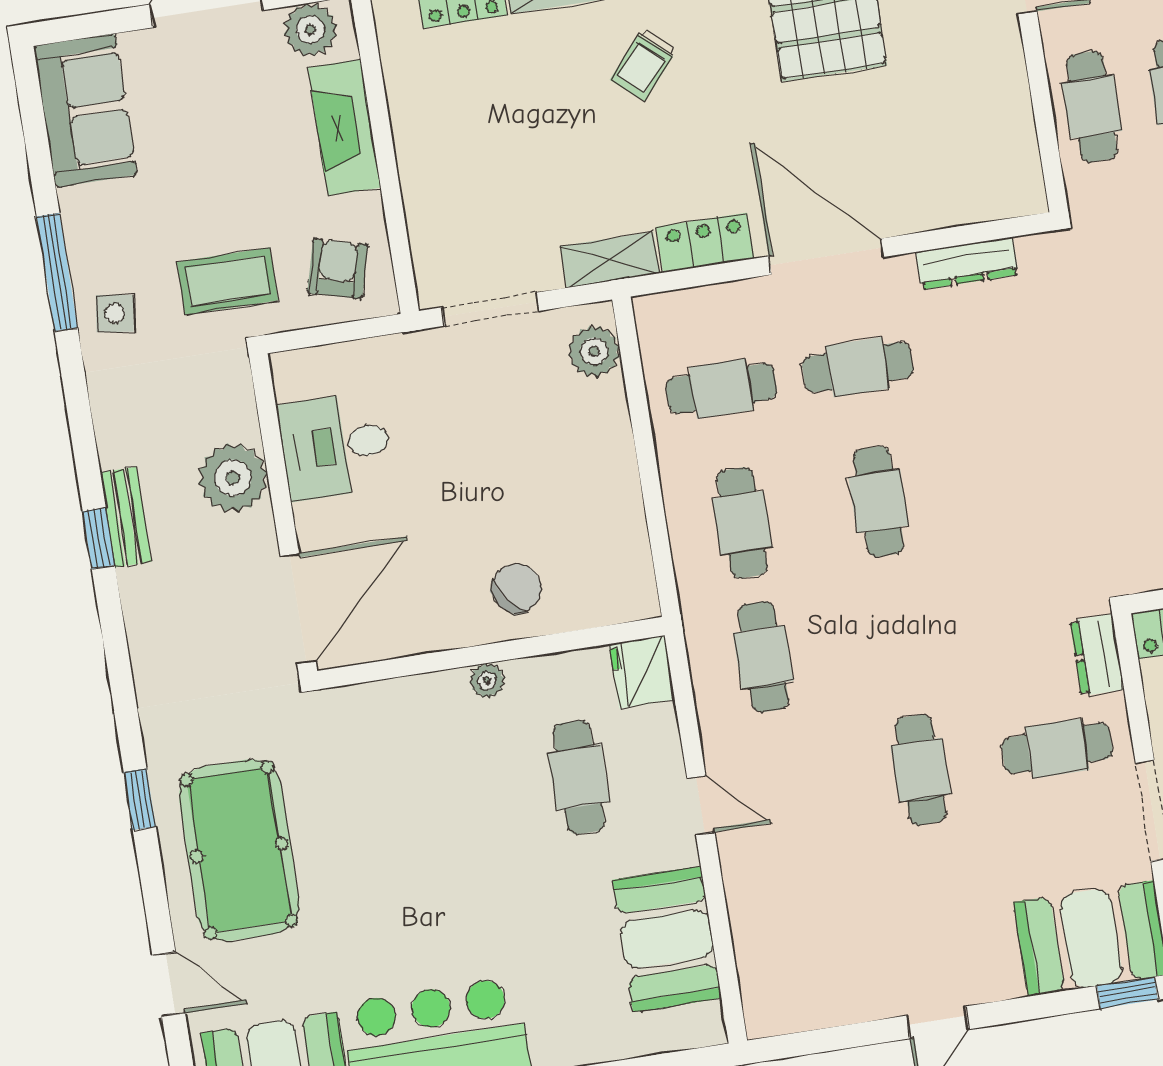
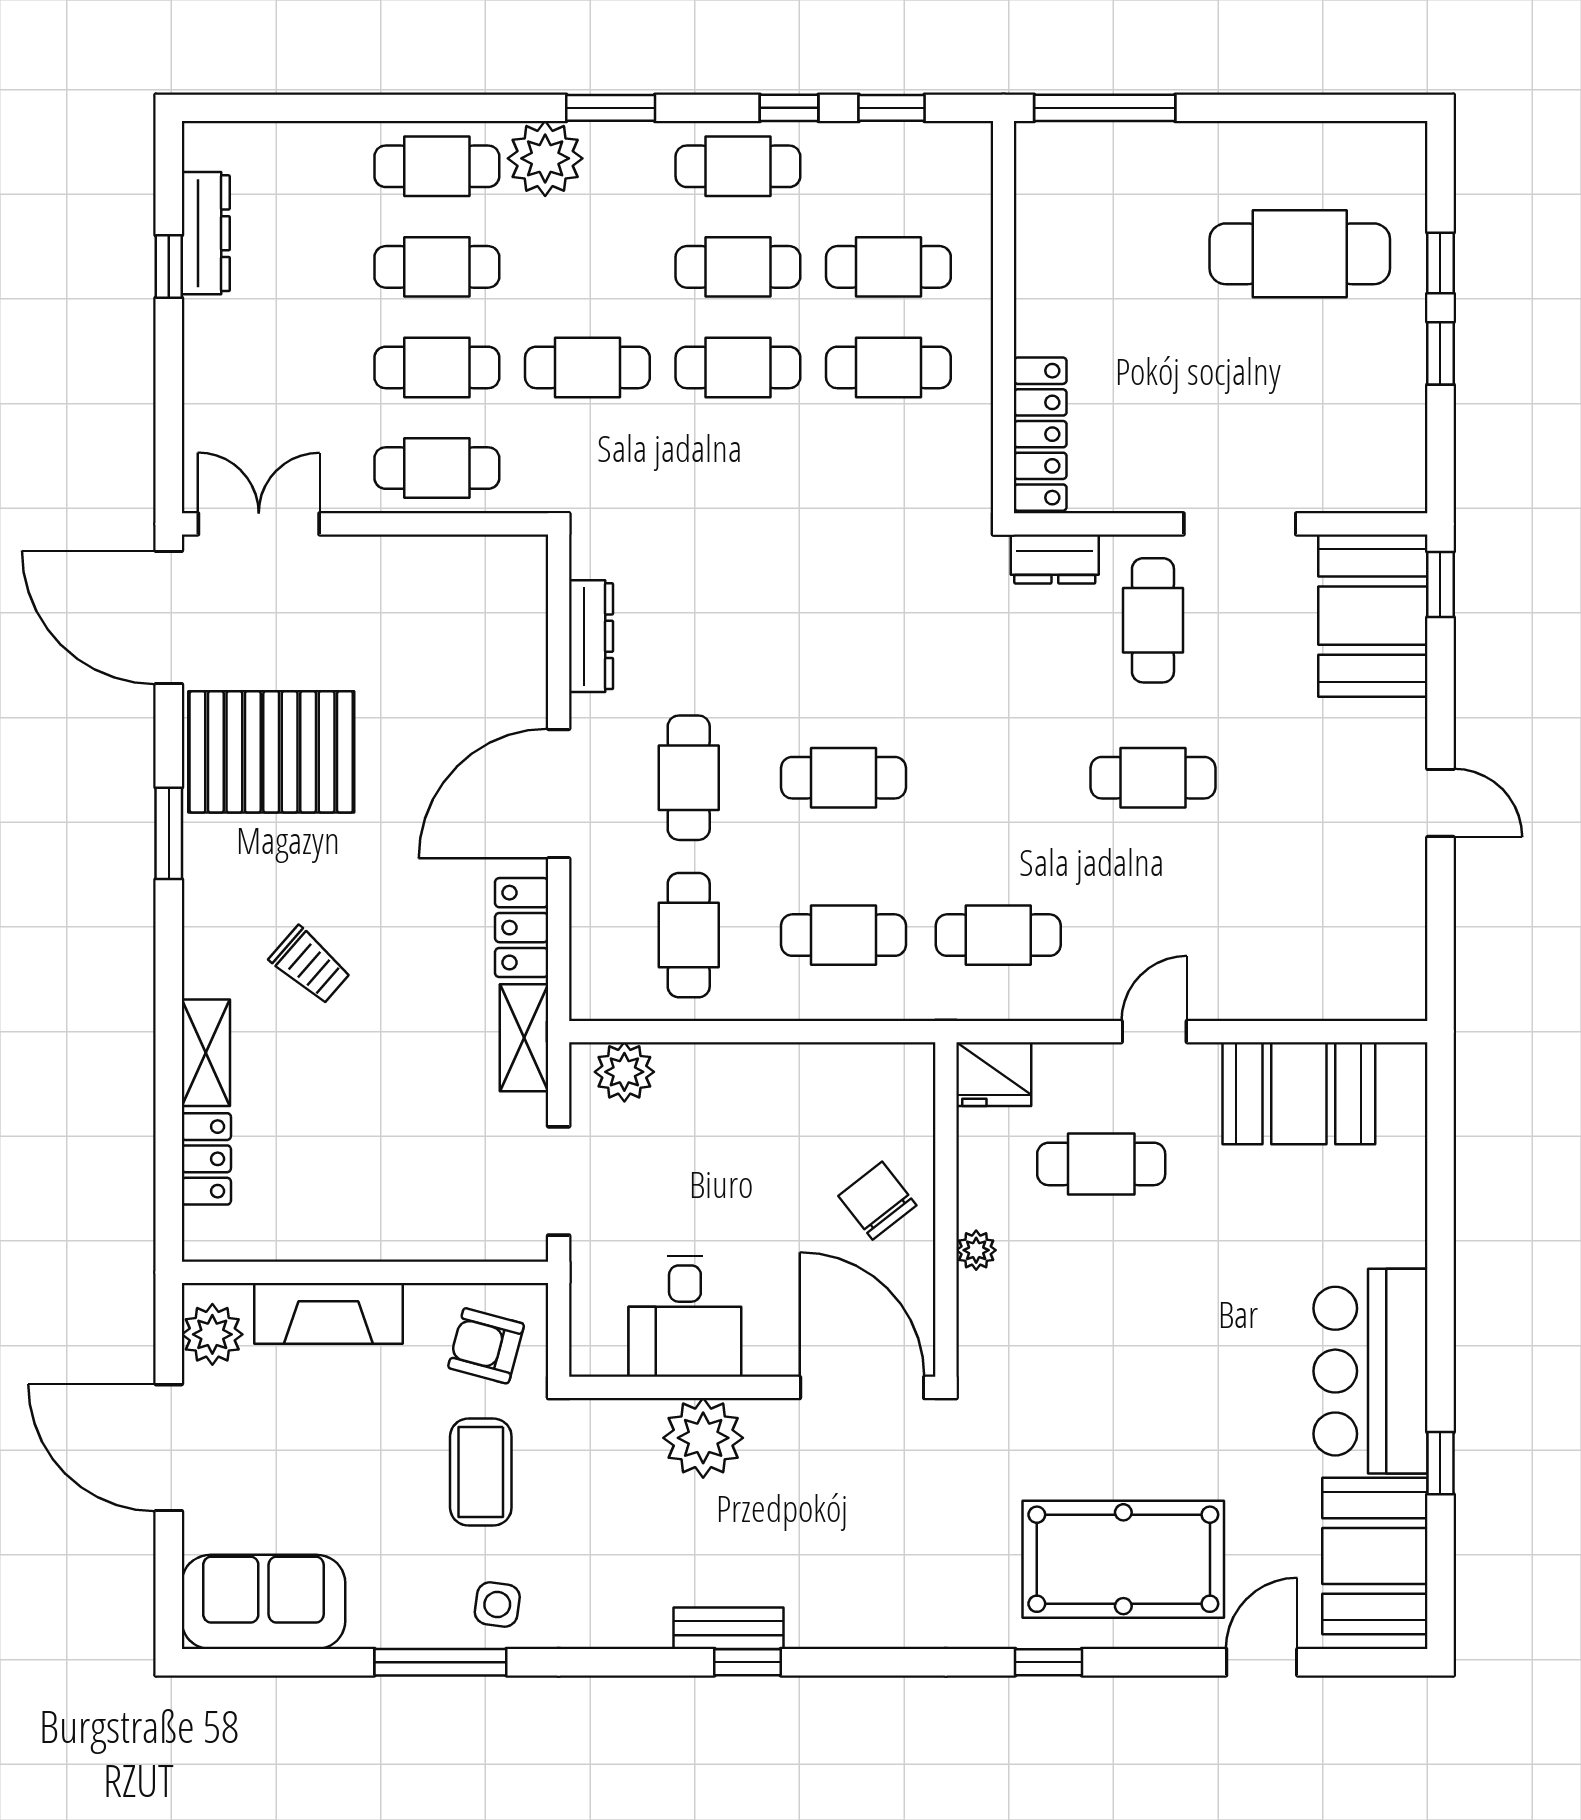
desk: (336, 446) -> (685, 1316), moved
plant: (233, 478) -> (703, 1438), moved
wall: (283, 514) -> (752, 1387), moved
door: (298, 609) -> (862, 1387), moved

